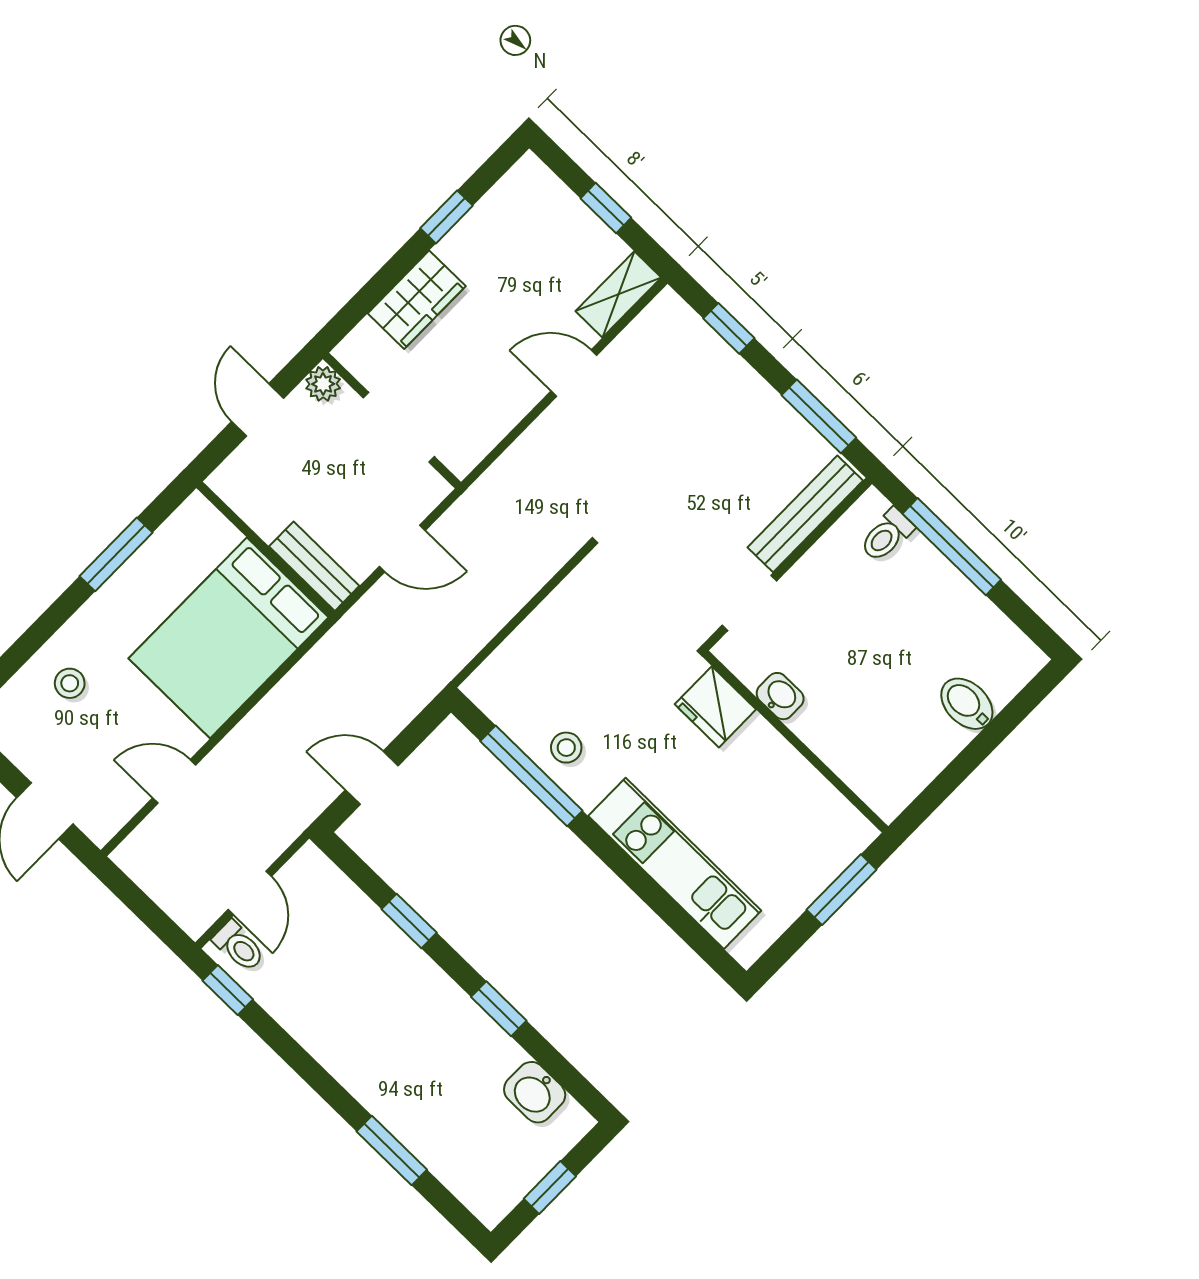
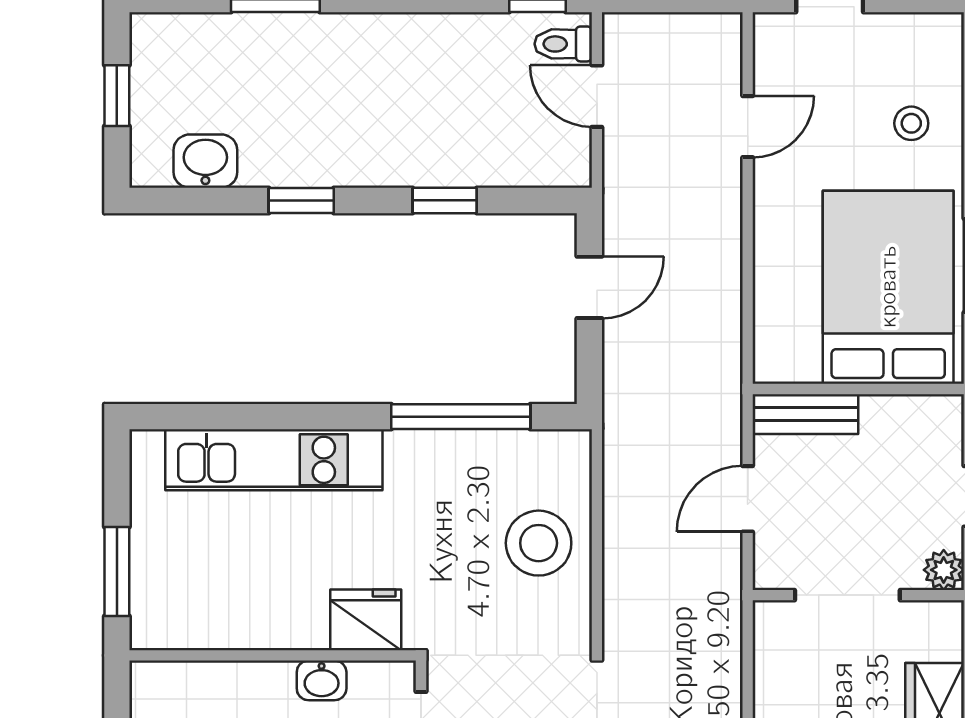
bed: (229, 638) -> (888, 287), moved
stool: (566, 748) -> (539, 543), moved, width x1.89, depth x1.89

